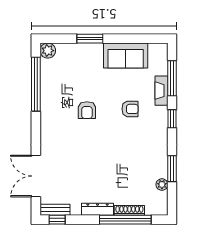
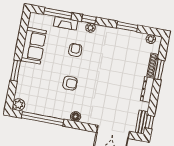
plant: (162, 123) -> (91, 28), added
floor lamp: (46, 125) -> (76, 116), added
plant: (162, 185) -> (151, 39), moved
window: (125, 220) -> (159, 70), width x0.47

